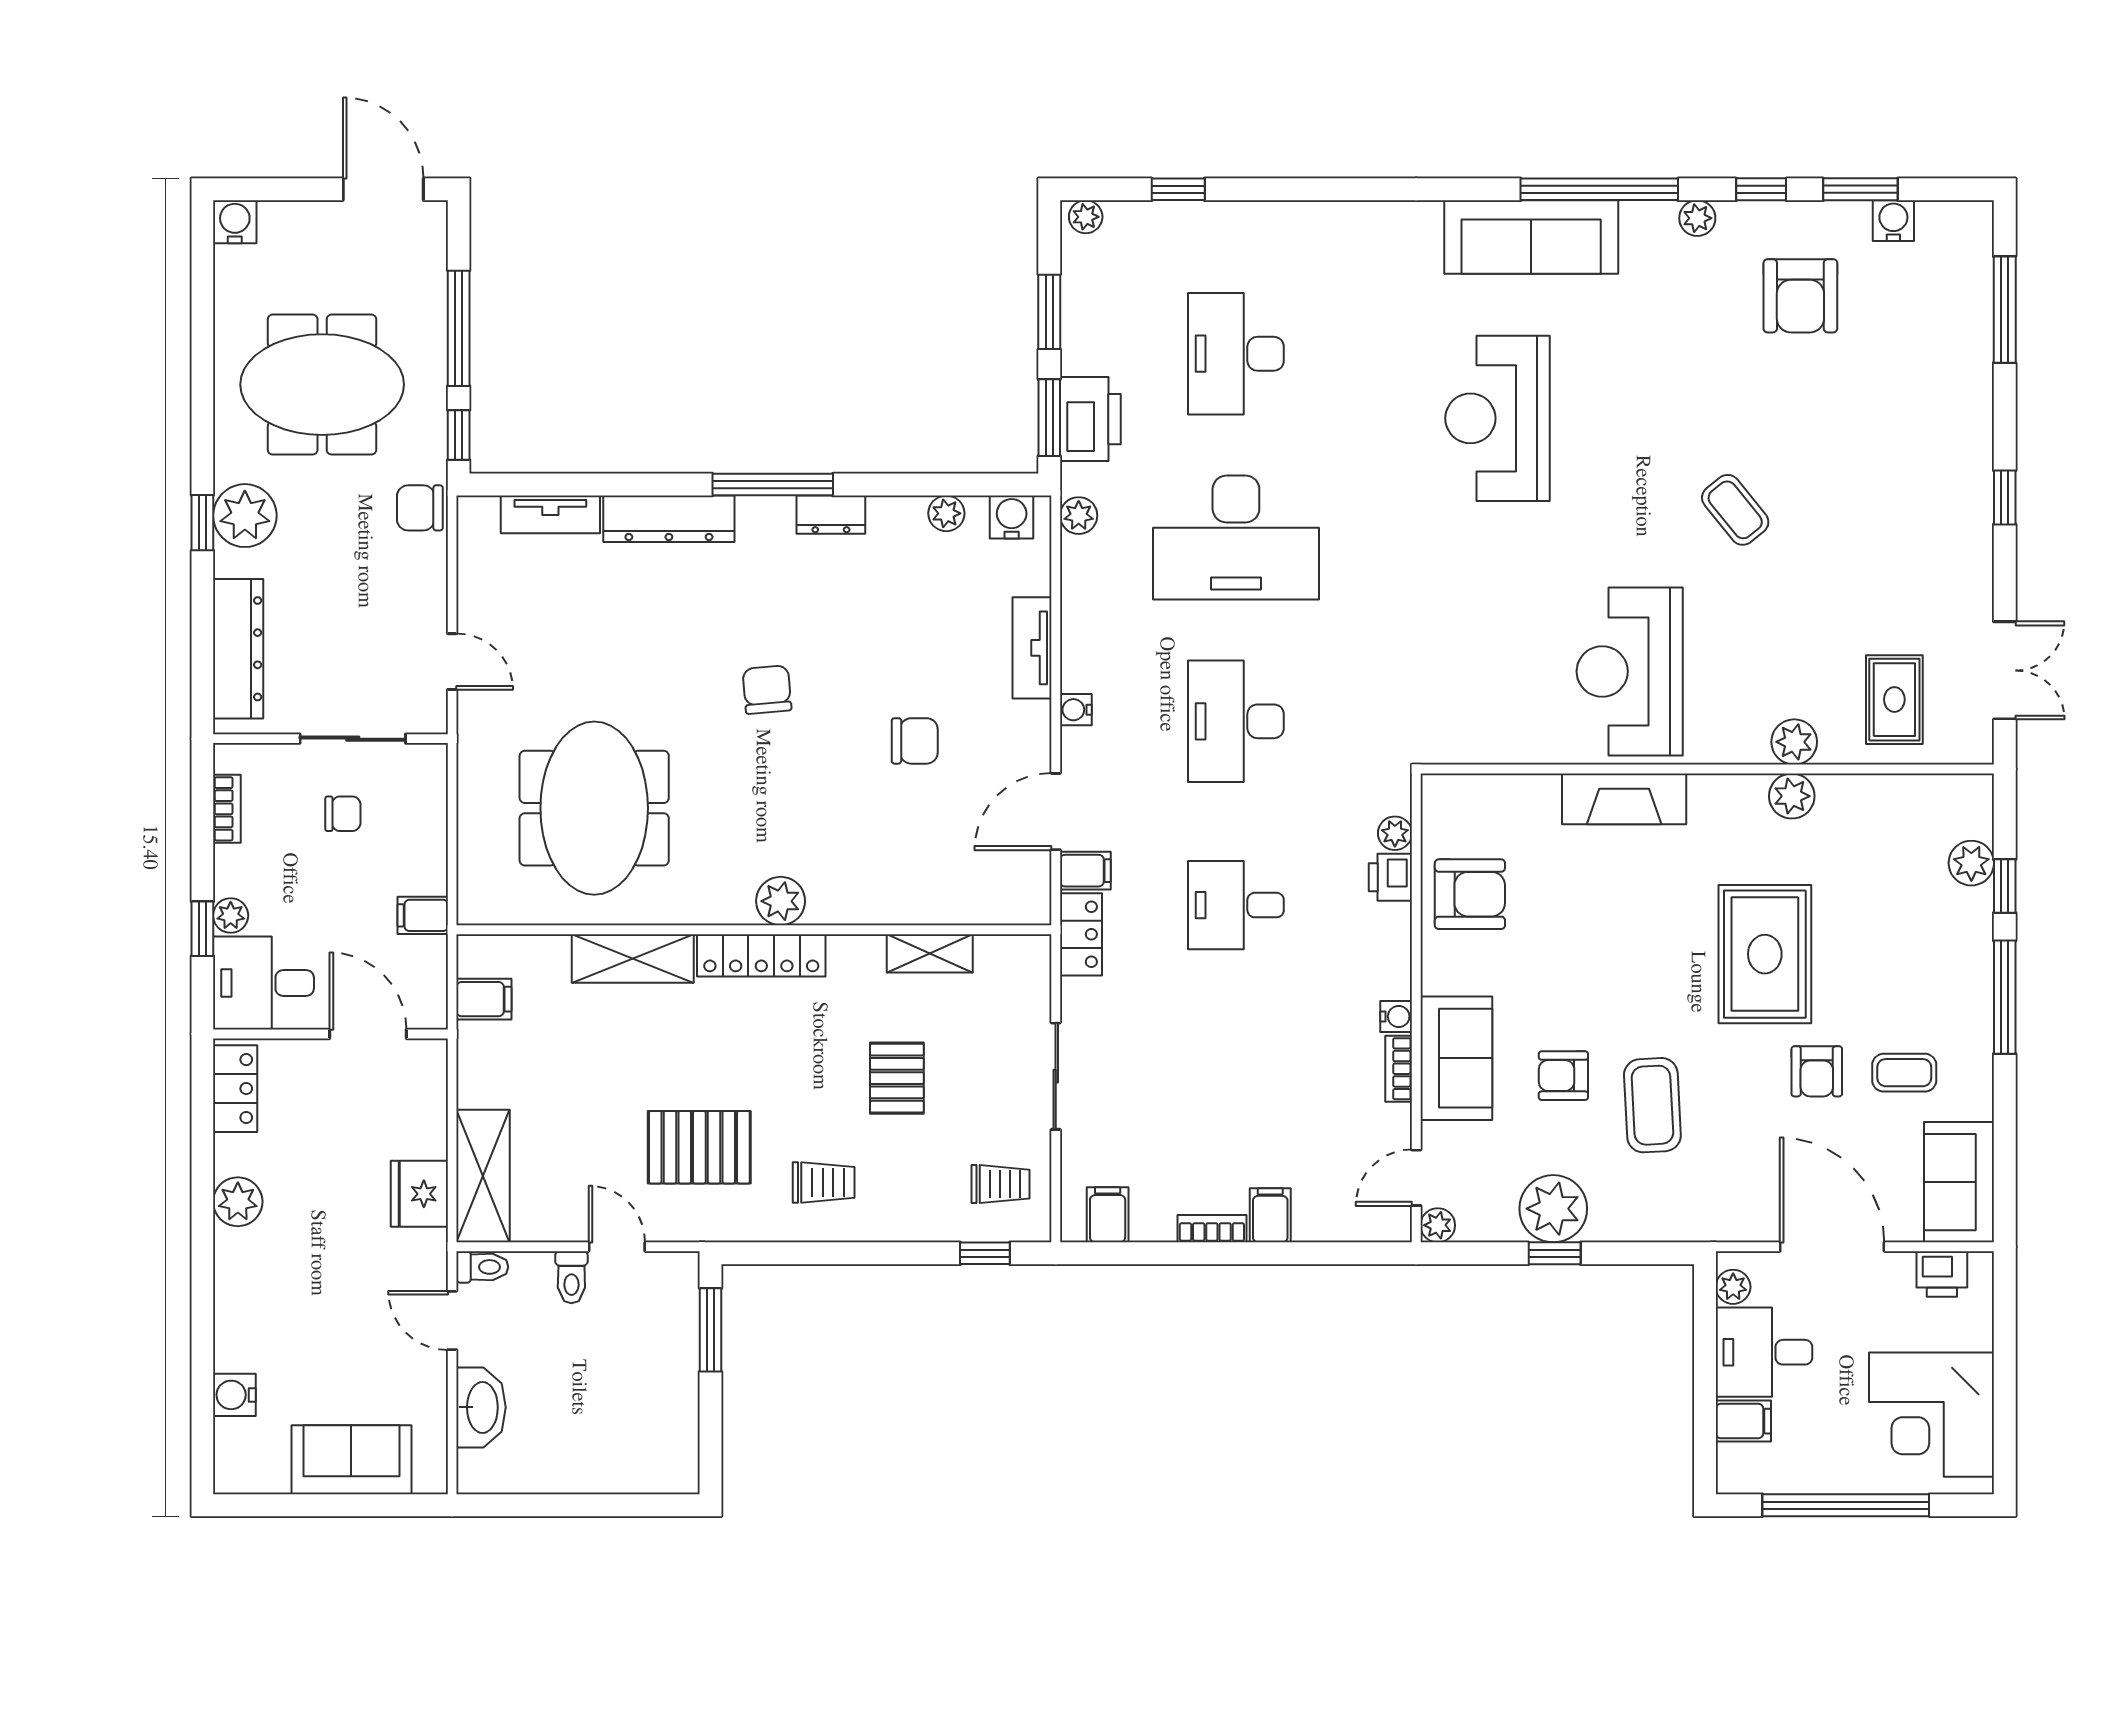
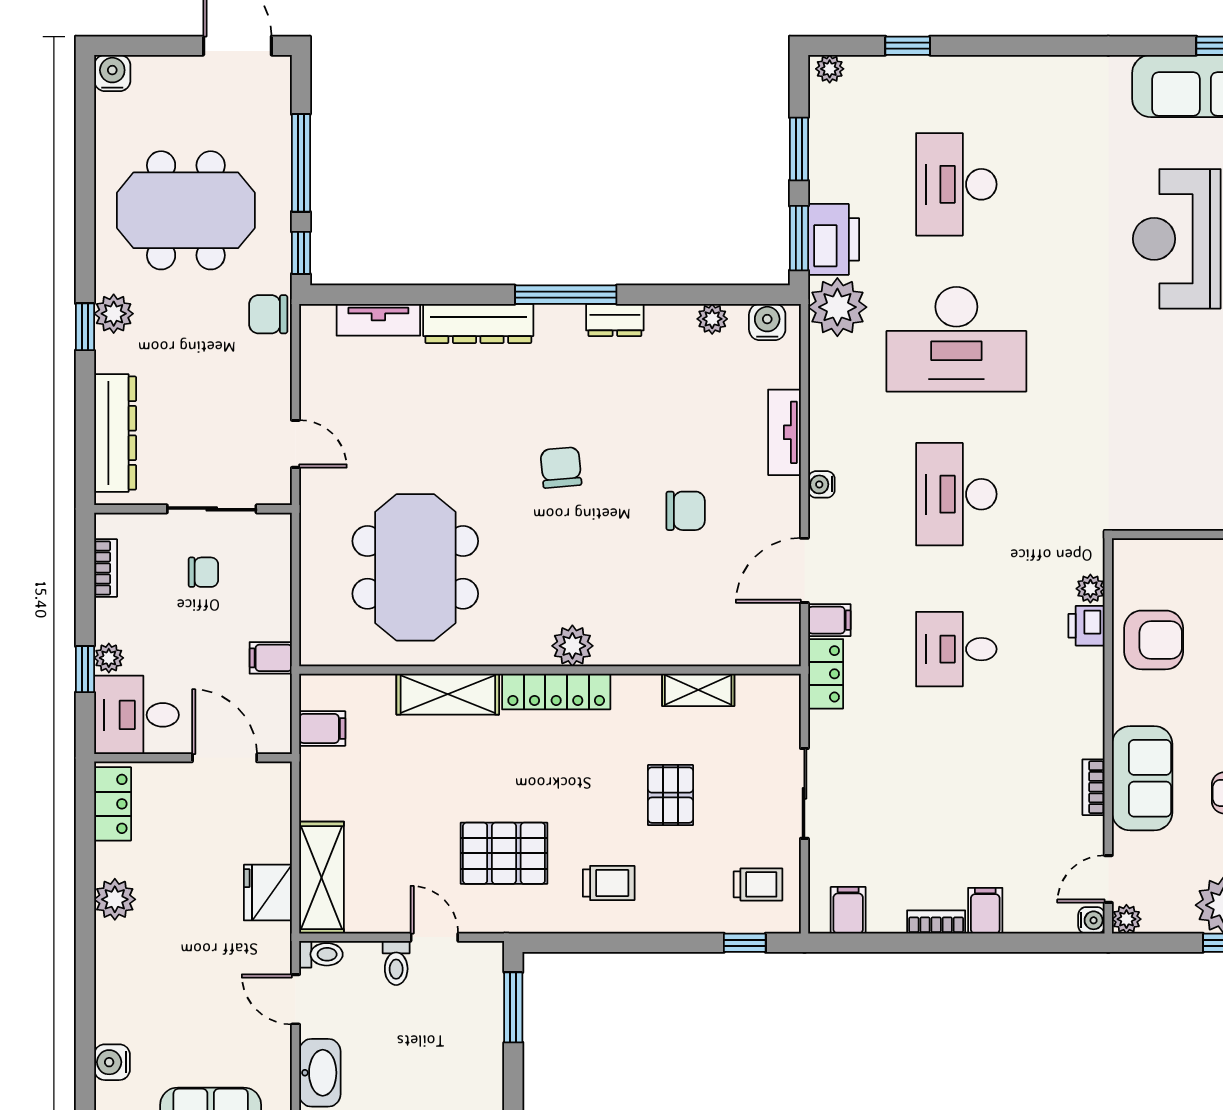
plant: (245, 516) -> (114, 314), width x0.73, depth x0.73
plant: (1079, 516) -> (837, 307), width x1.88, depth x1.88
water cooler: (1396, 1016) -> (1091, 920), moved

